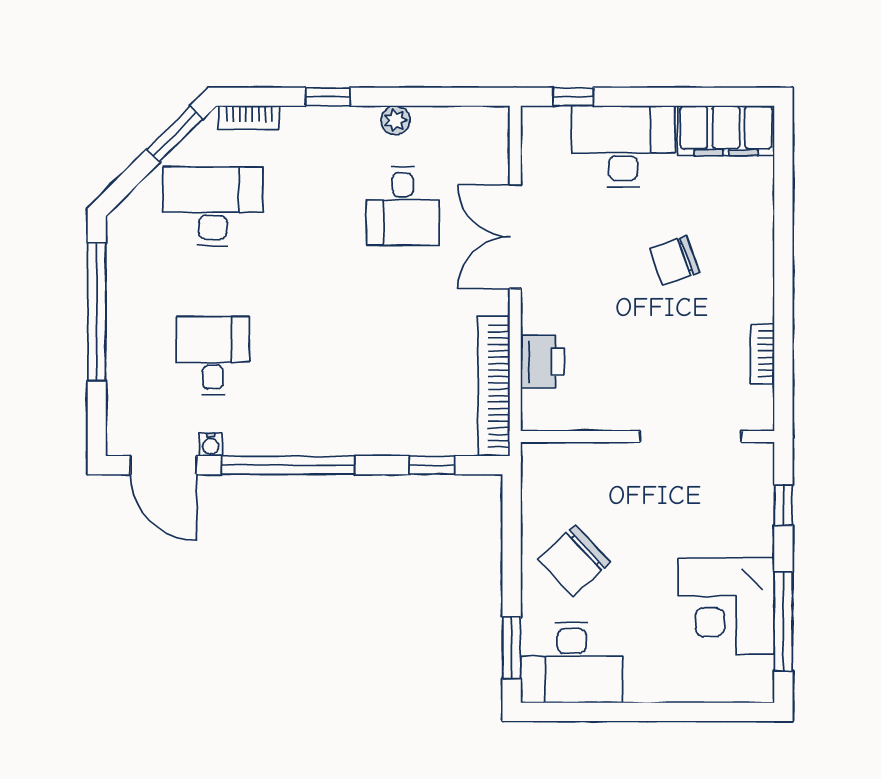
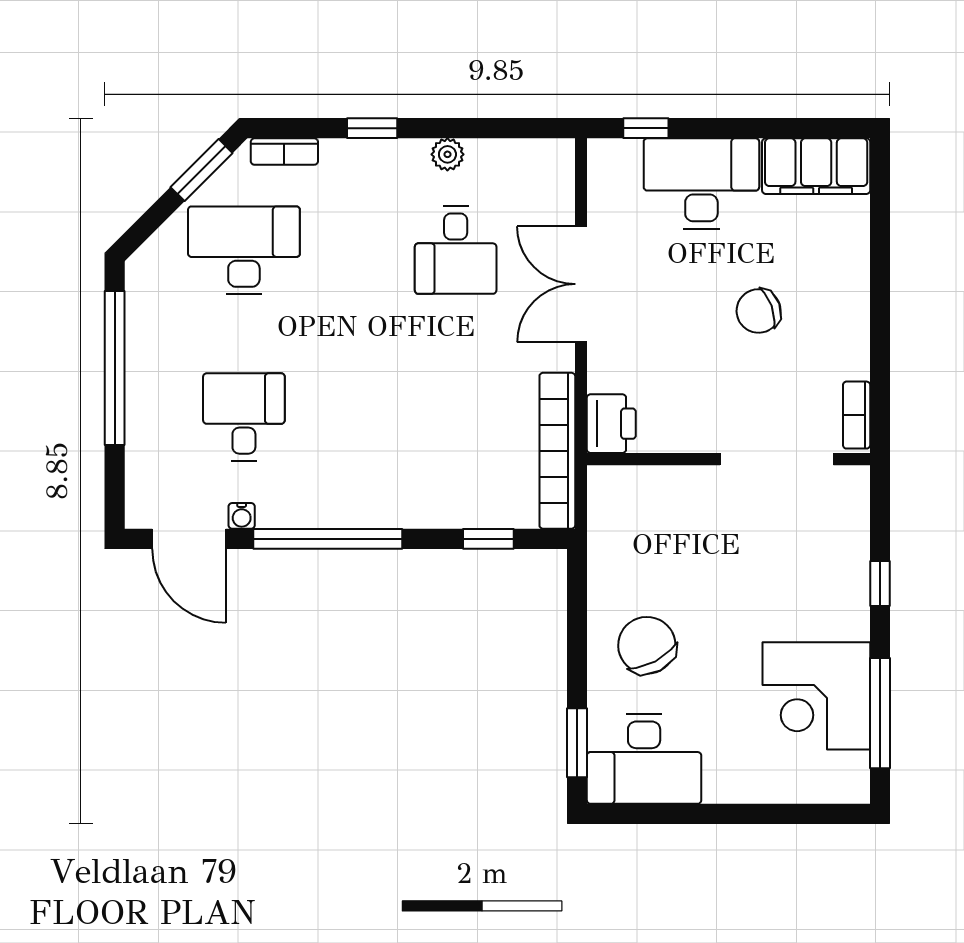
wall: (647, 436) -> (728, 459), moved
doorway: (691, 436) -> (777, 459), moved
chair: (574, 561) -> (647, 645), turned 105

